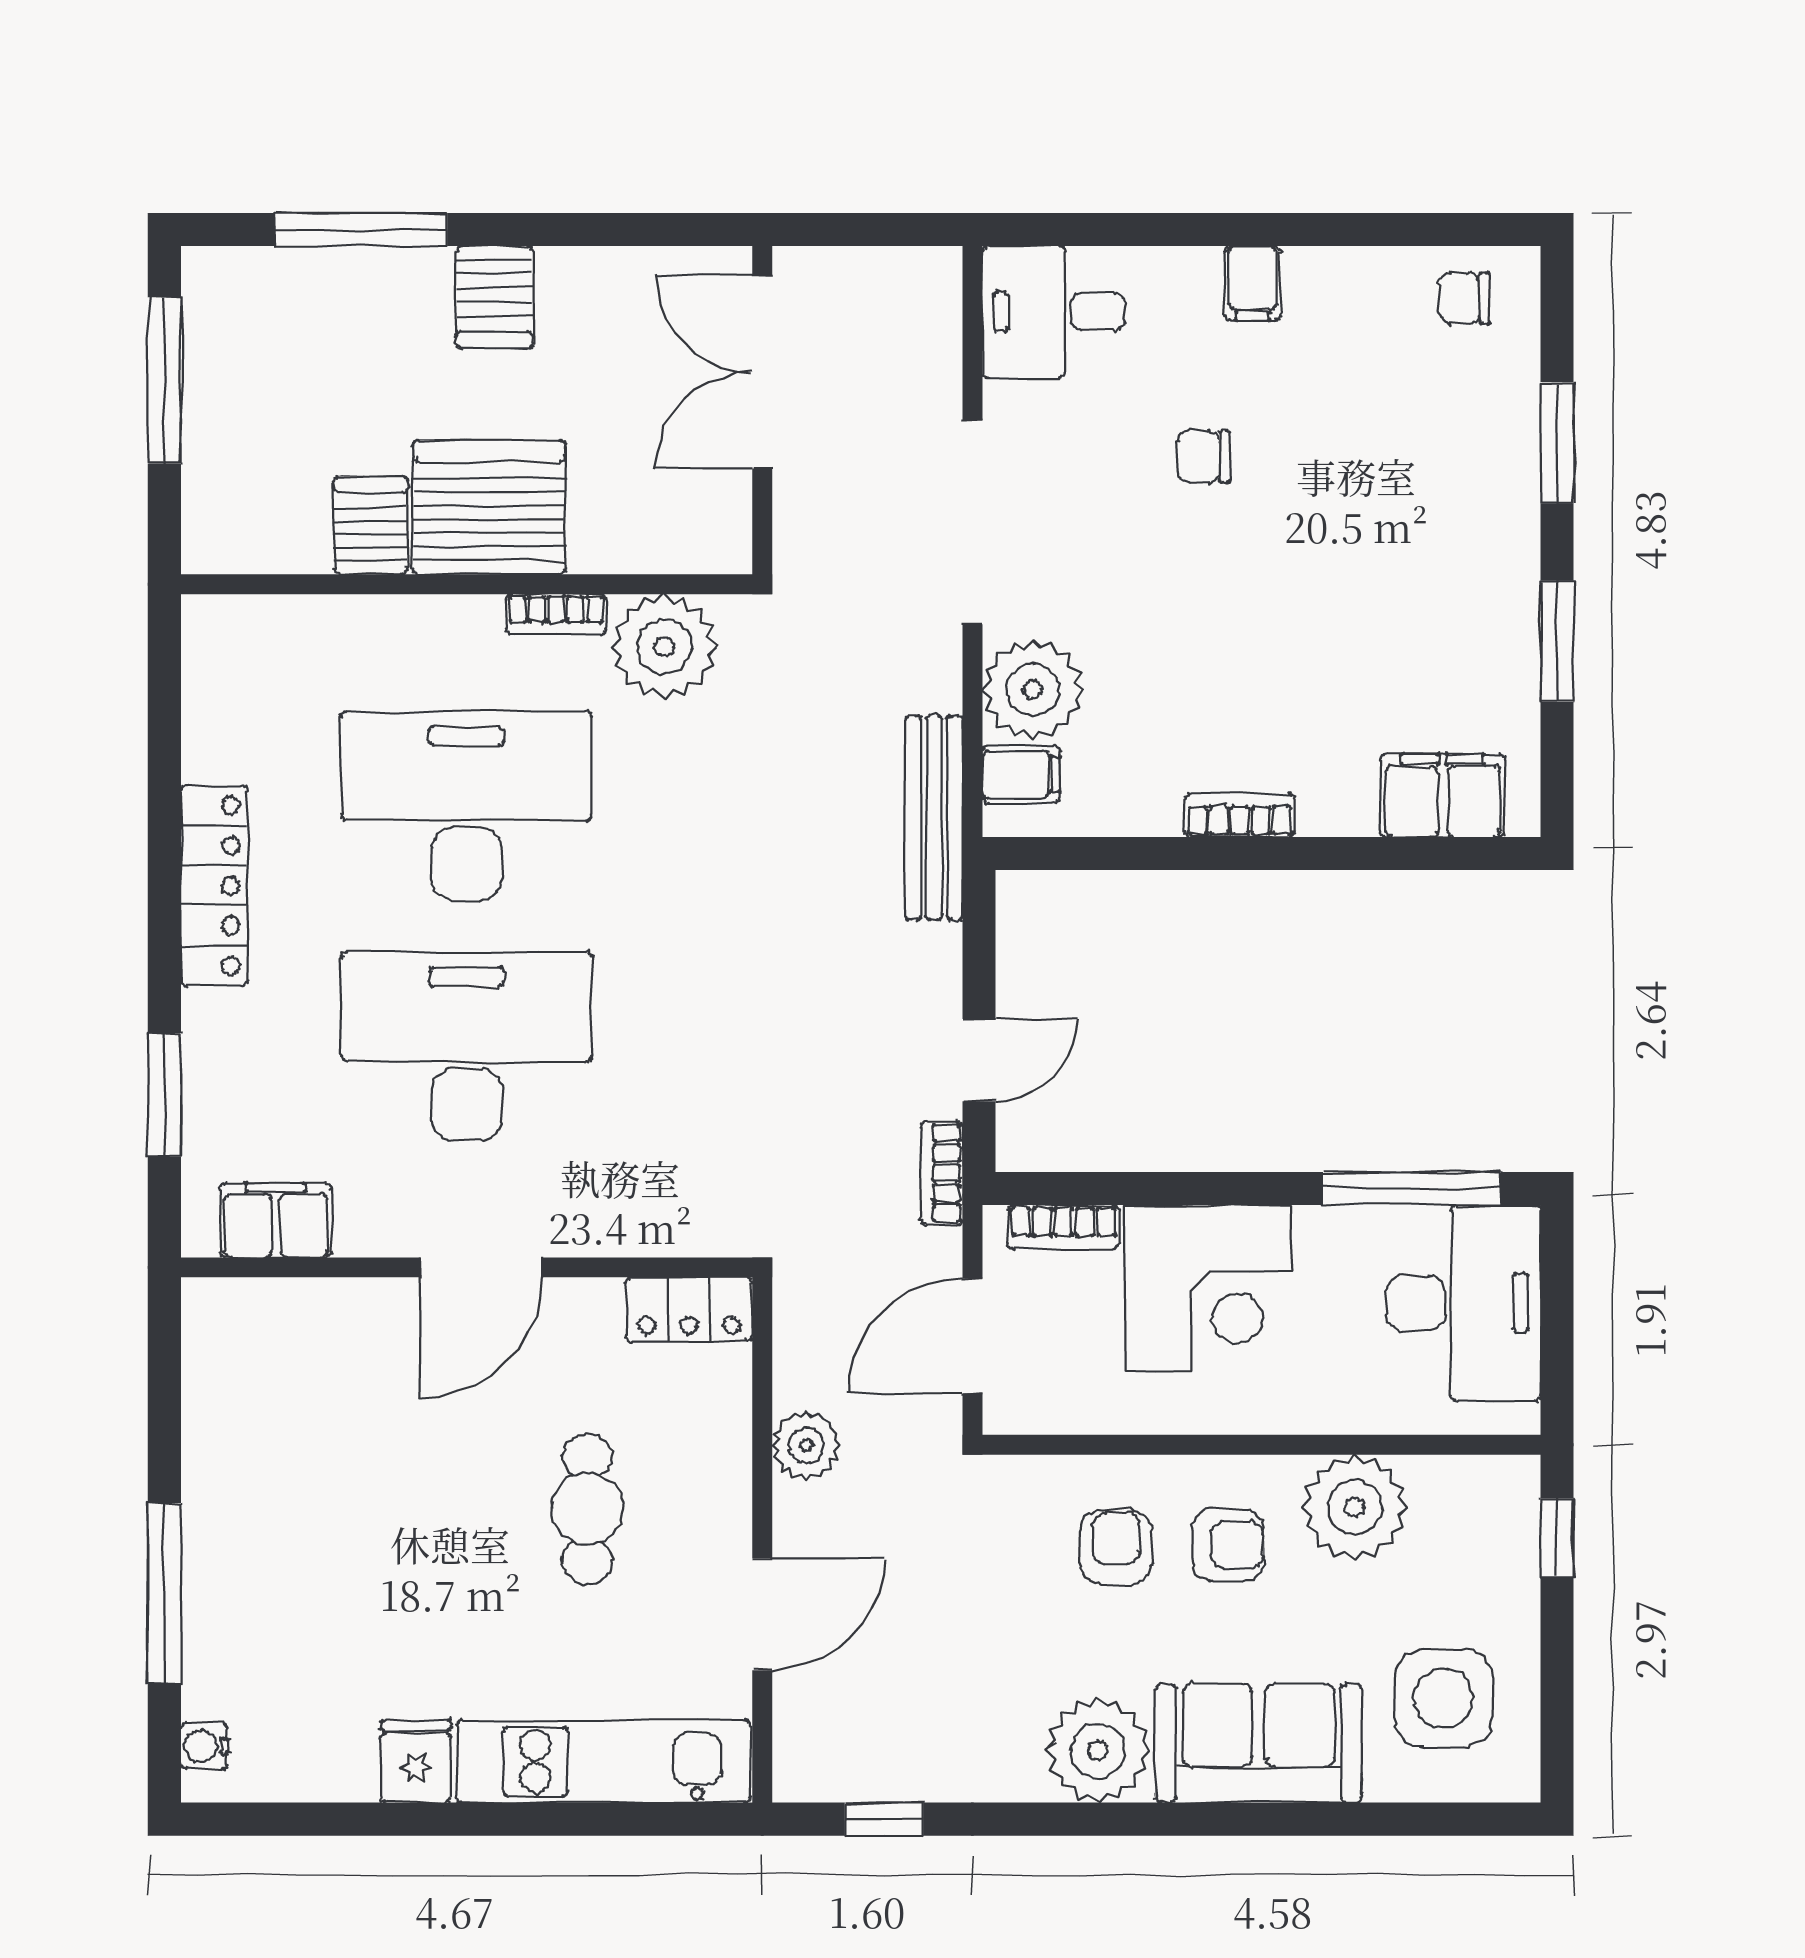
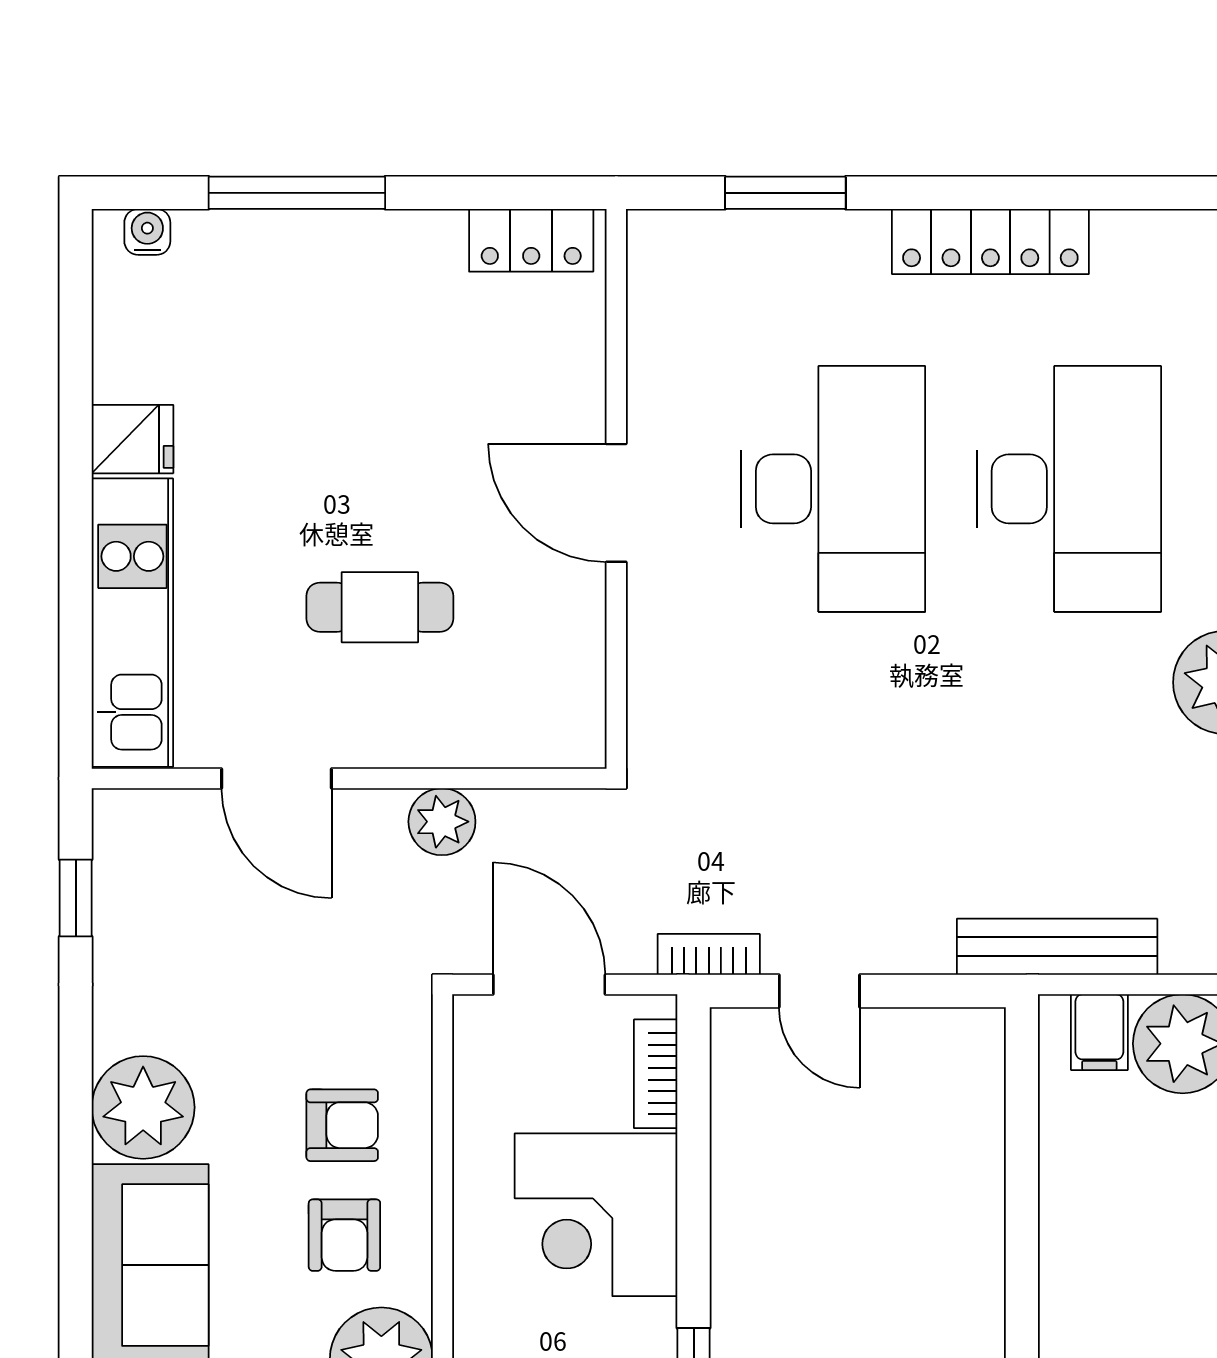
bookcase: (1240, 815) -> (1059, 1247), removed
filing cabinet: (276, 1220) -> (662, 302), removed
locker: (689, 1309) -> (531, 240), moved, turned -90

